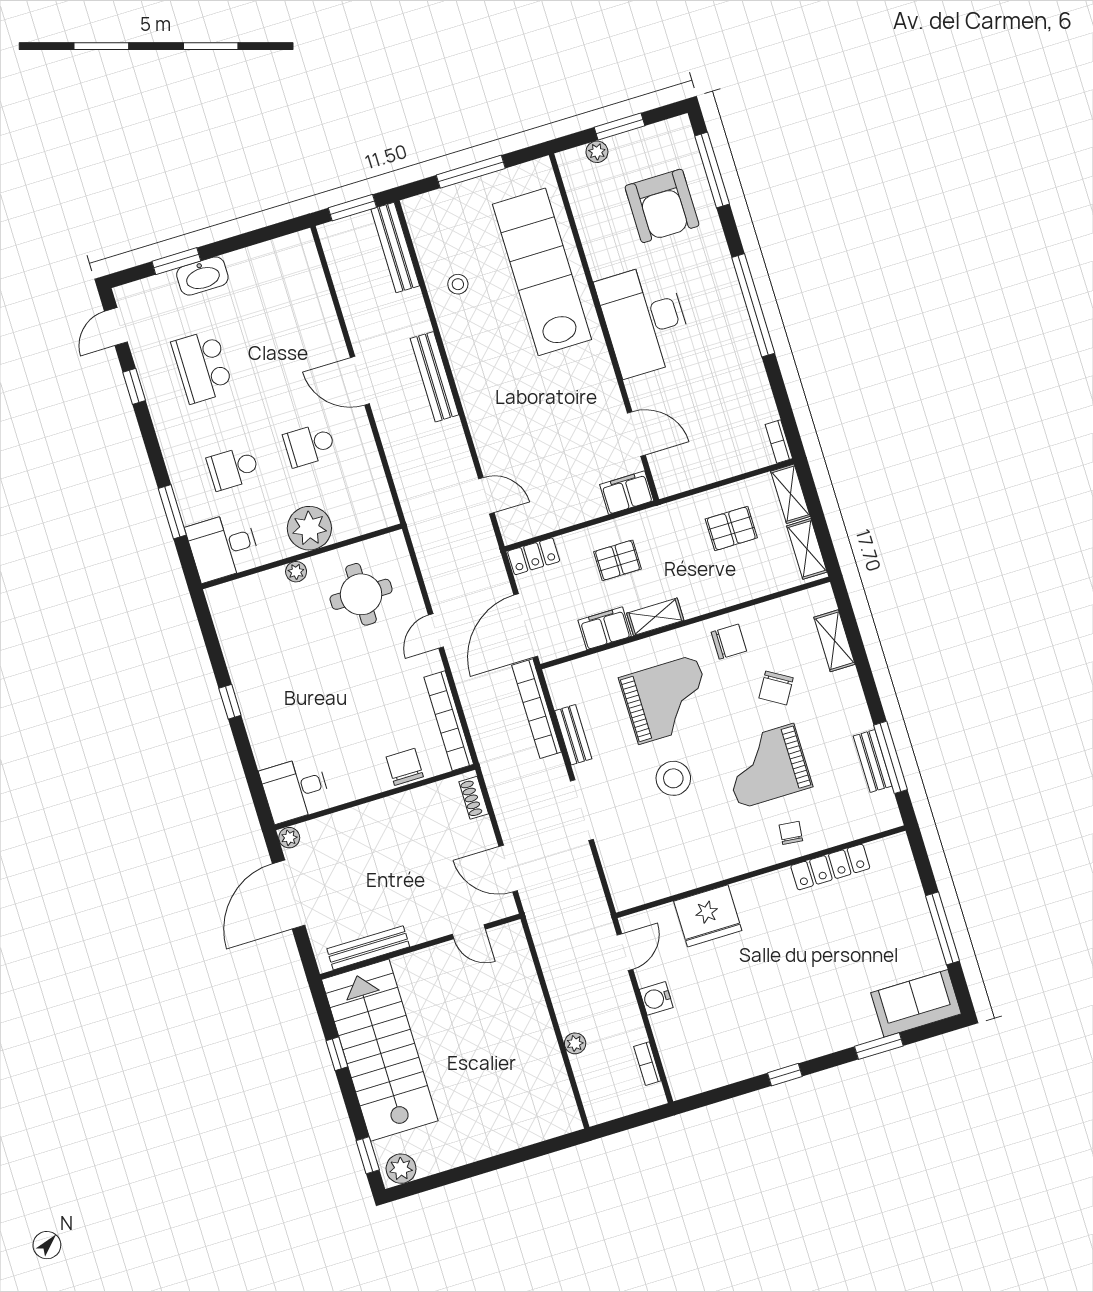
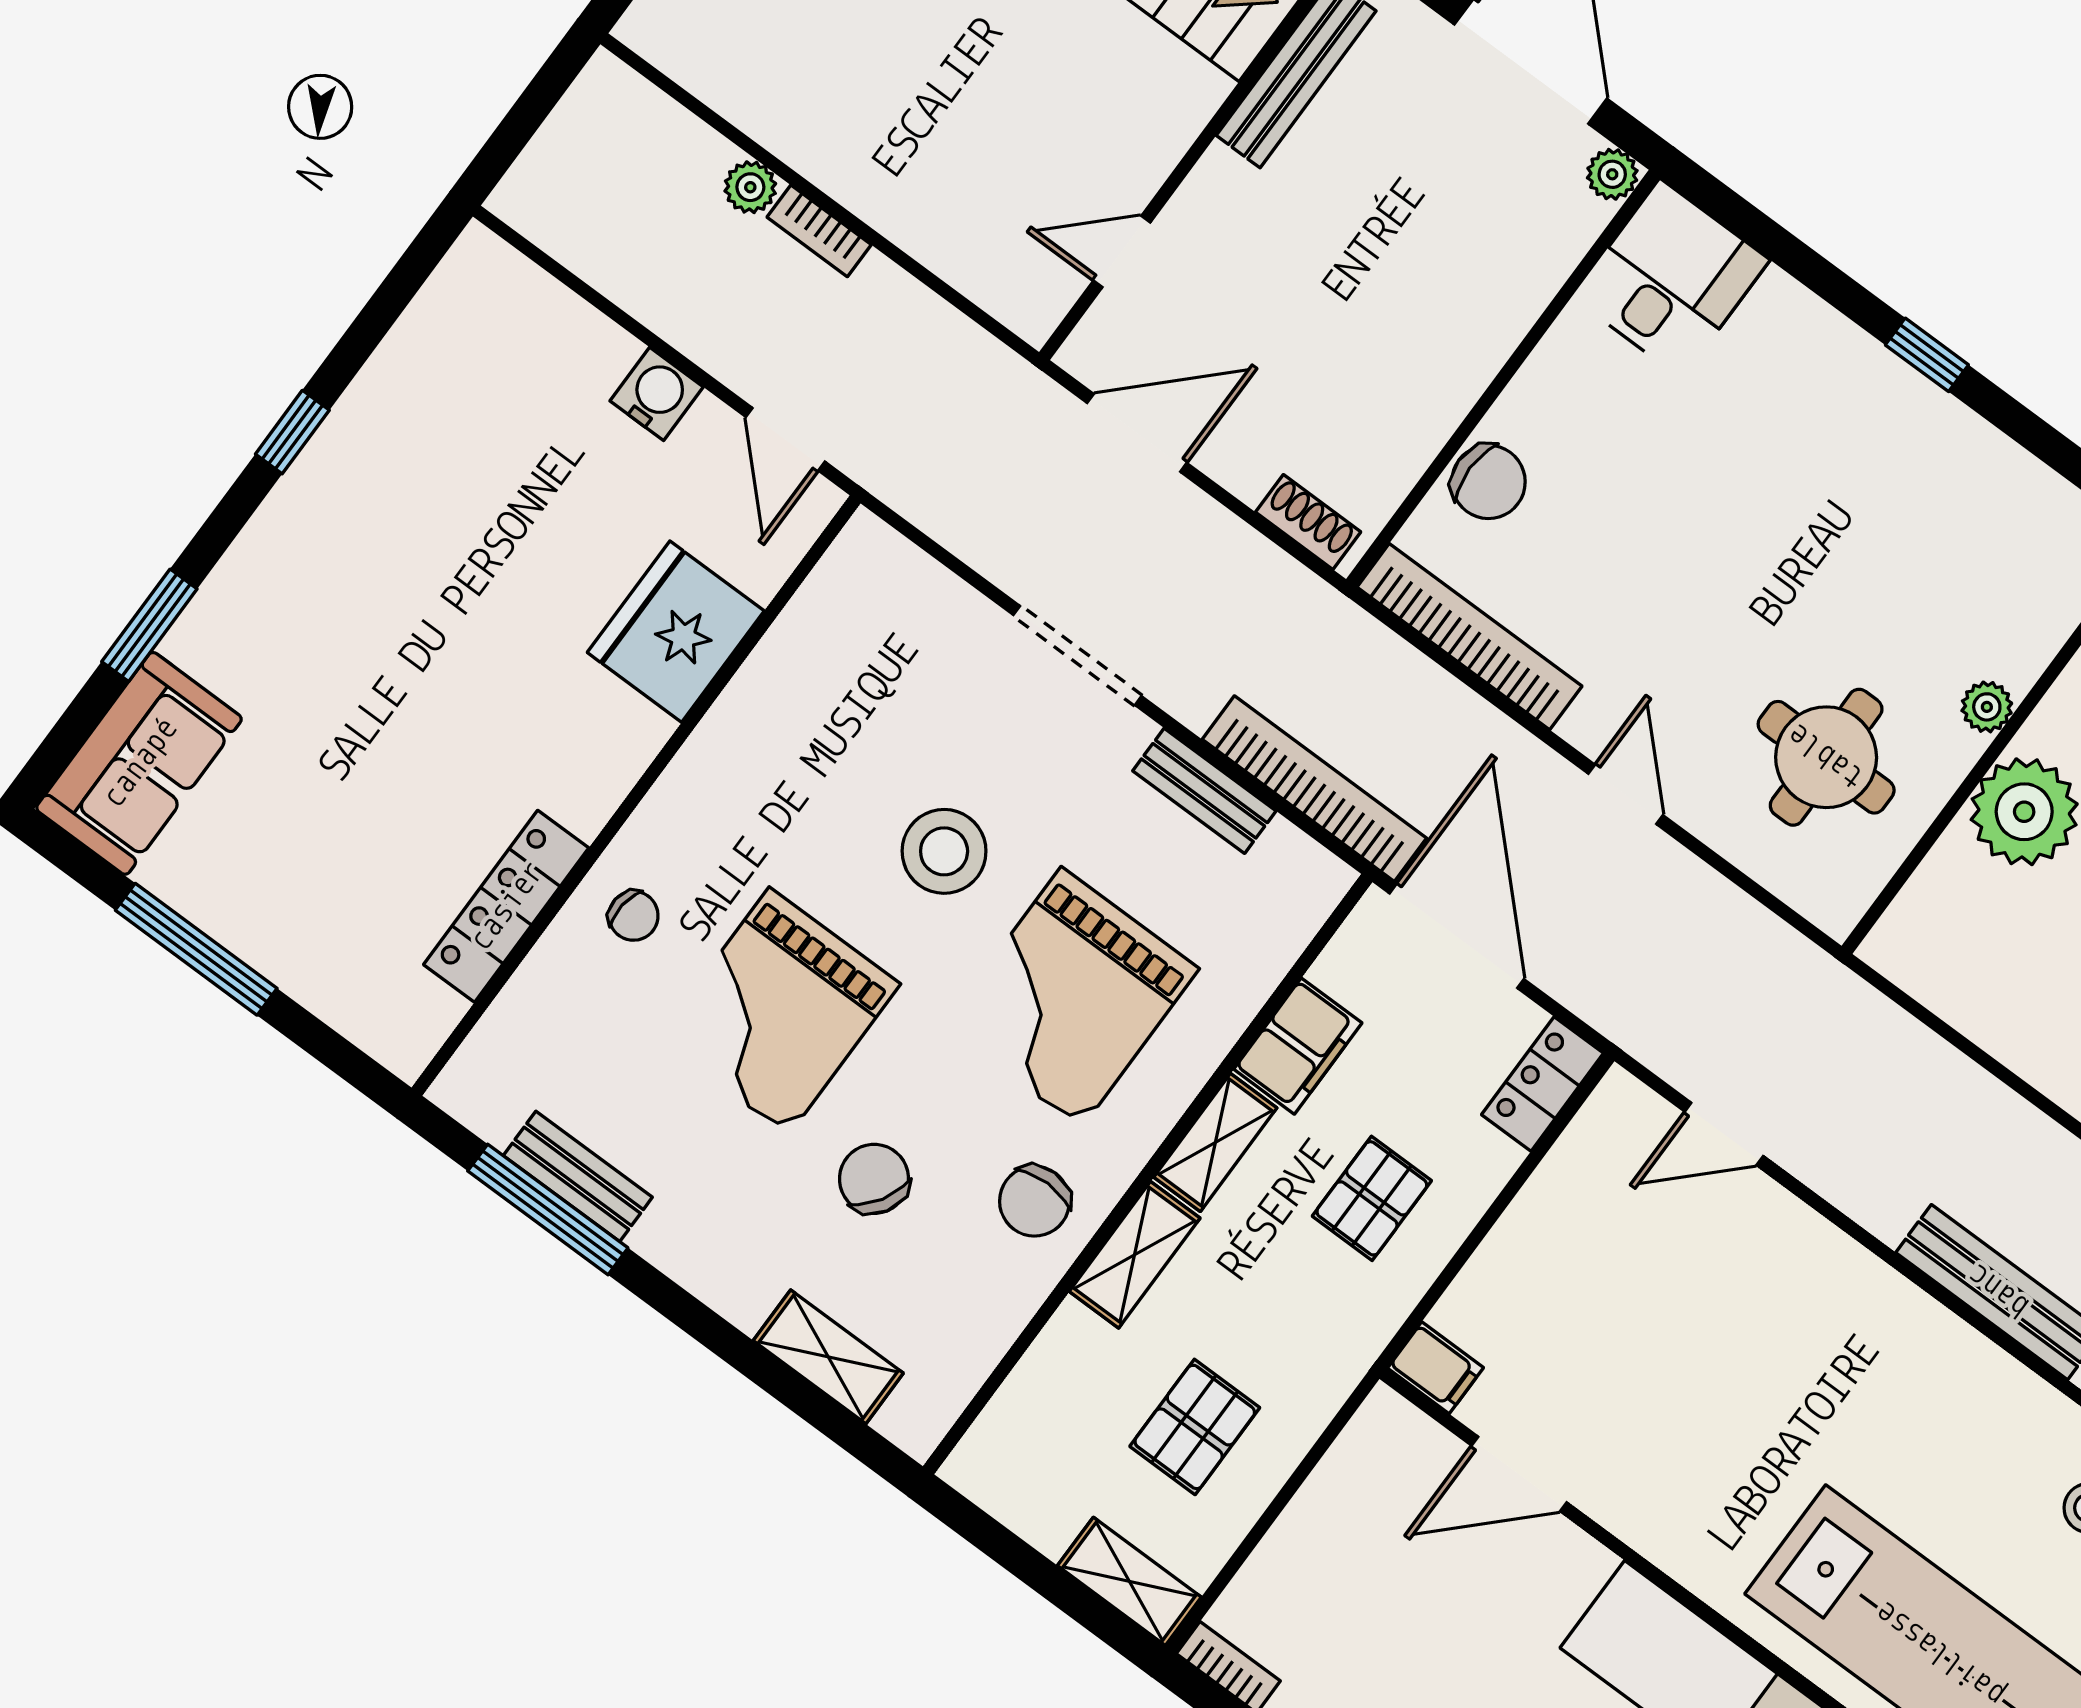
filing cabinet: (627, 493) -> (1435, 1368), width x0.50
shelving: (807, 549) -> (1135, 1255), moved, turned 90
grand piano: (766, 766) -> (779, 1011), turned 180
bookcase: (647, 1064) -> (819, 231), moved, turned 180

